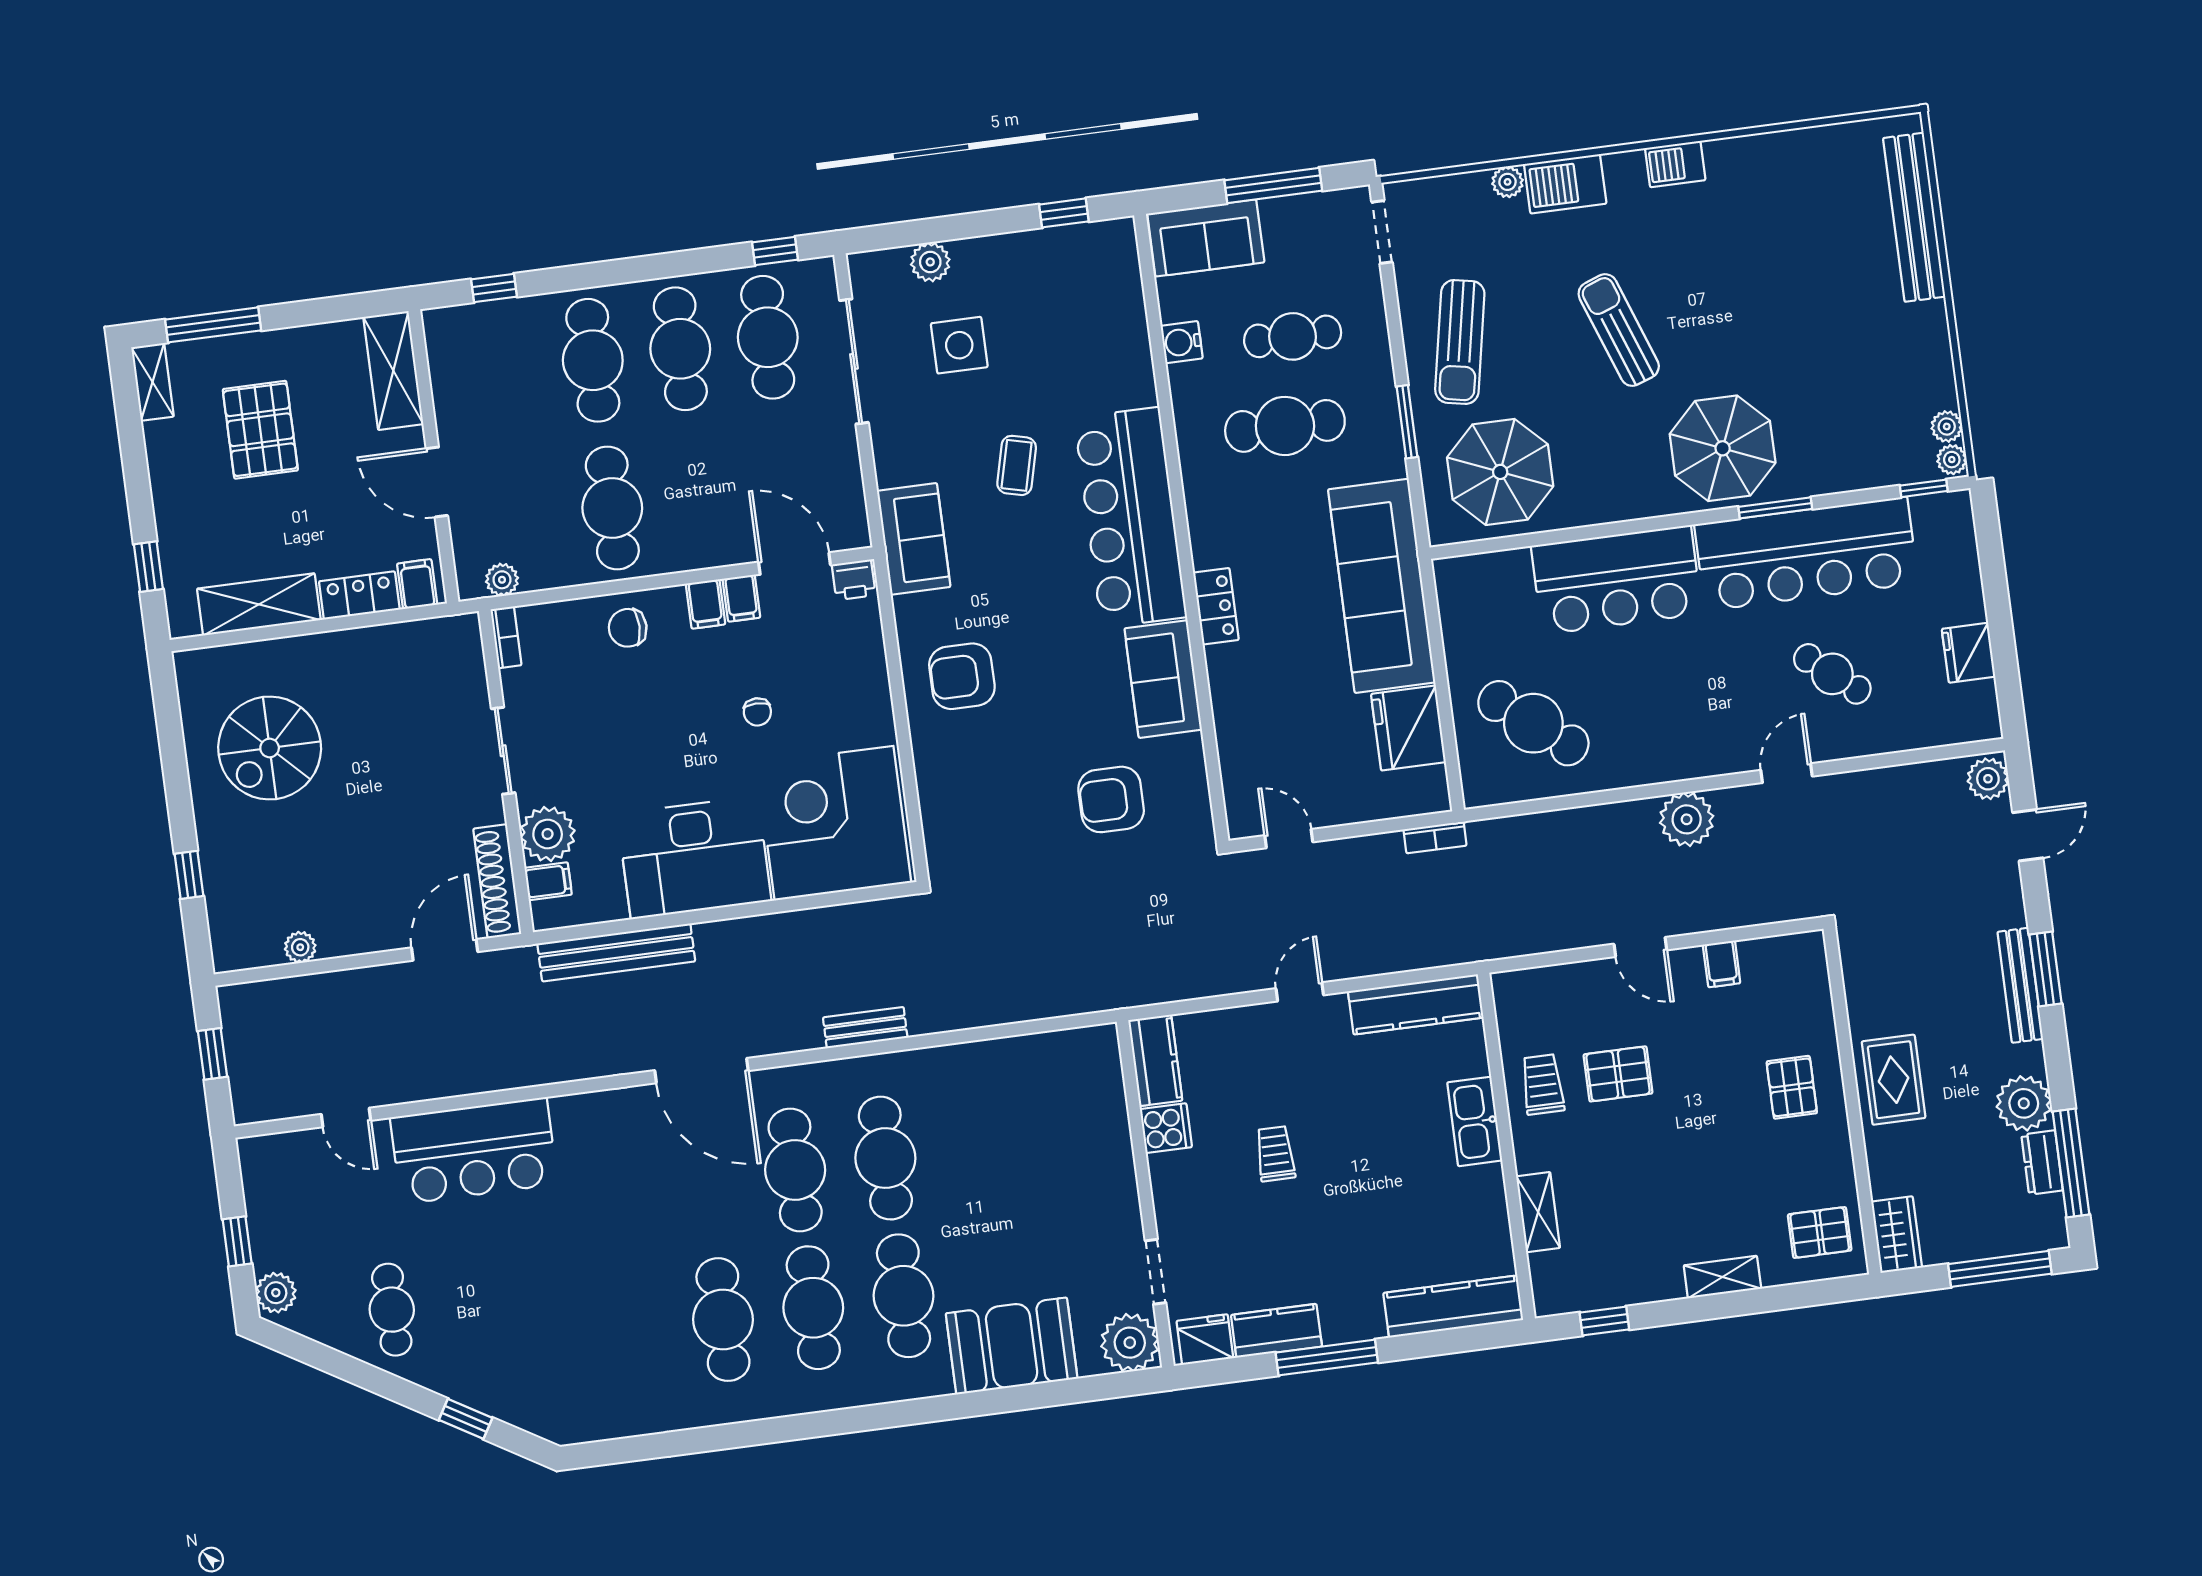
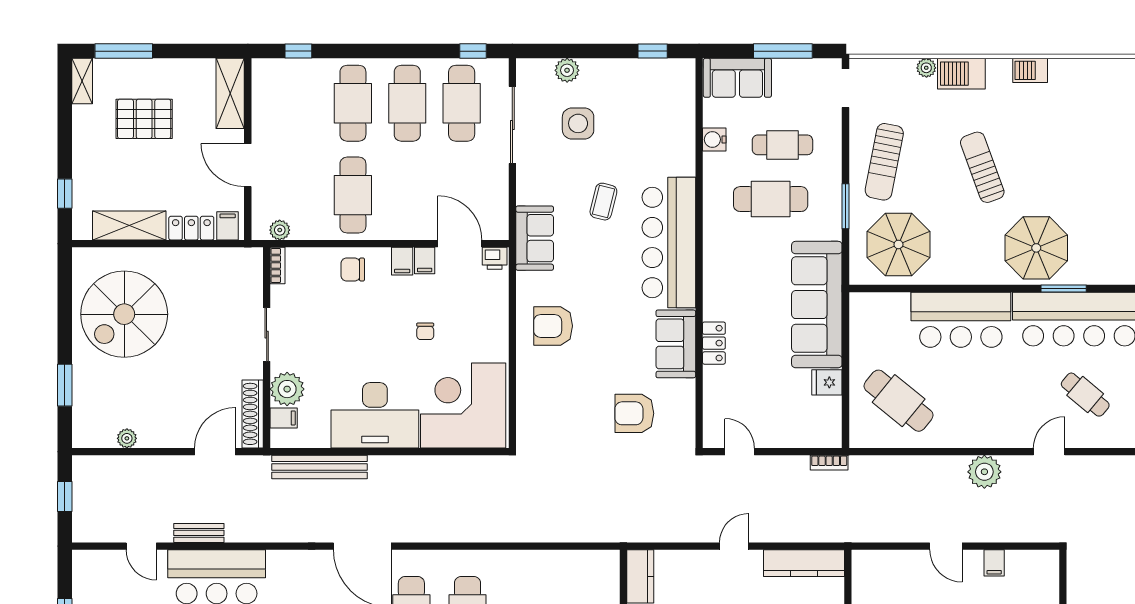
pallet: (260, 430) -> (144, 119), turned 90
locker: (1216, 606) -> (714, 343), moved
fridge: (1408, 728) -> (827, 382), width x0.53, depth x0.75
spiral stairs: (270, 748) -> (124, 314), width x1.37, depth x1.37
window: (189, 875) -> (65, 385), width x1.50
bench: (865, 1028) -> (199, 533), moved

